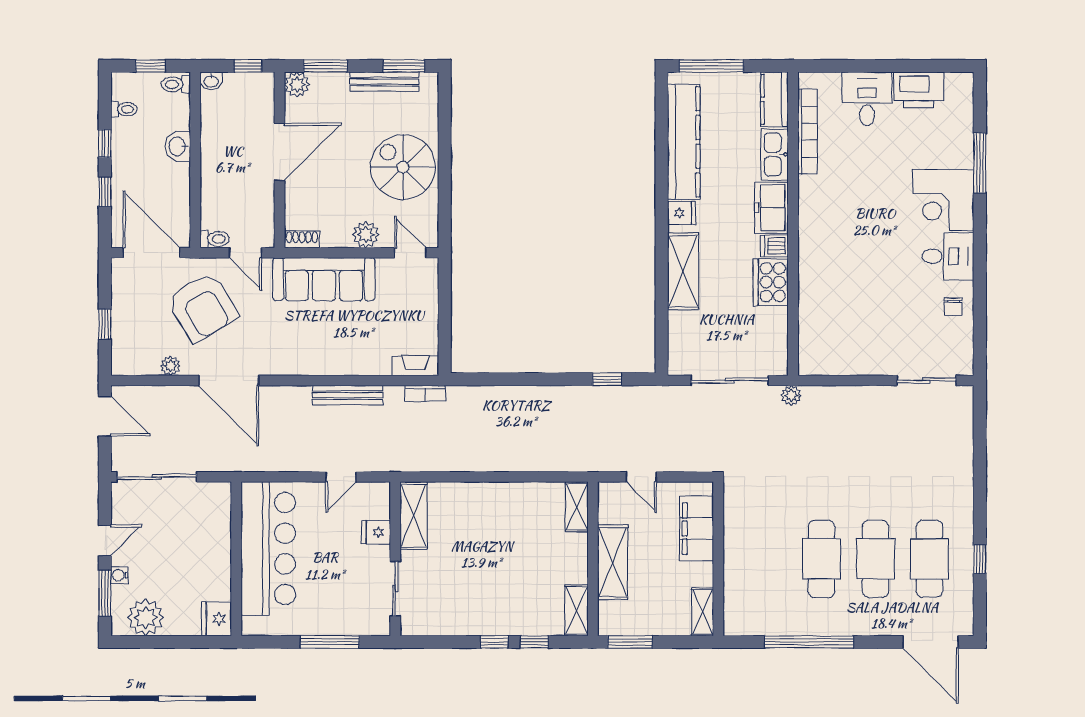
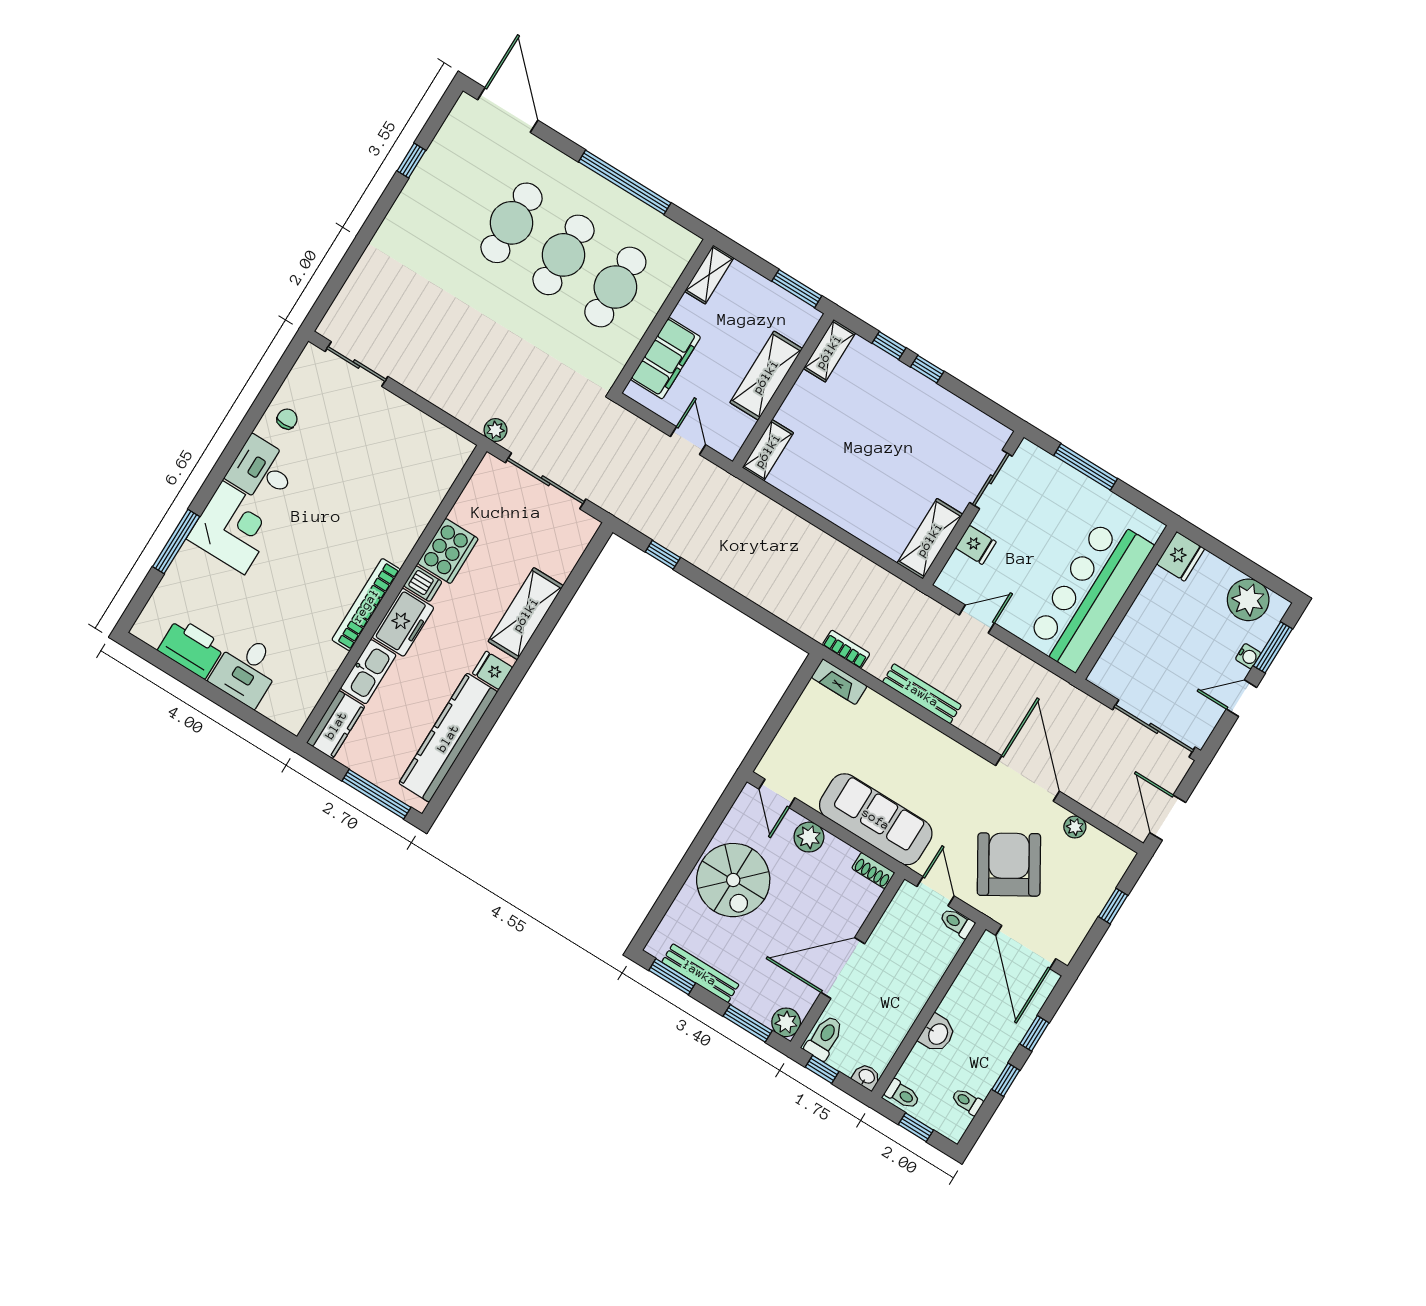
toilet: (261, 91) -> (825, 1038), added
bookcase: (807, 132) -> (366, 605), moved
cafe table: (929, 559) -> (615, 287), moved

